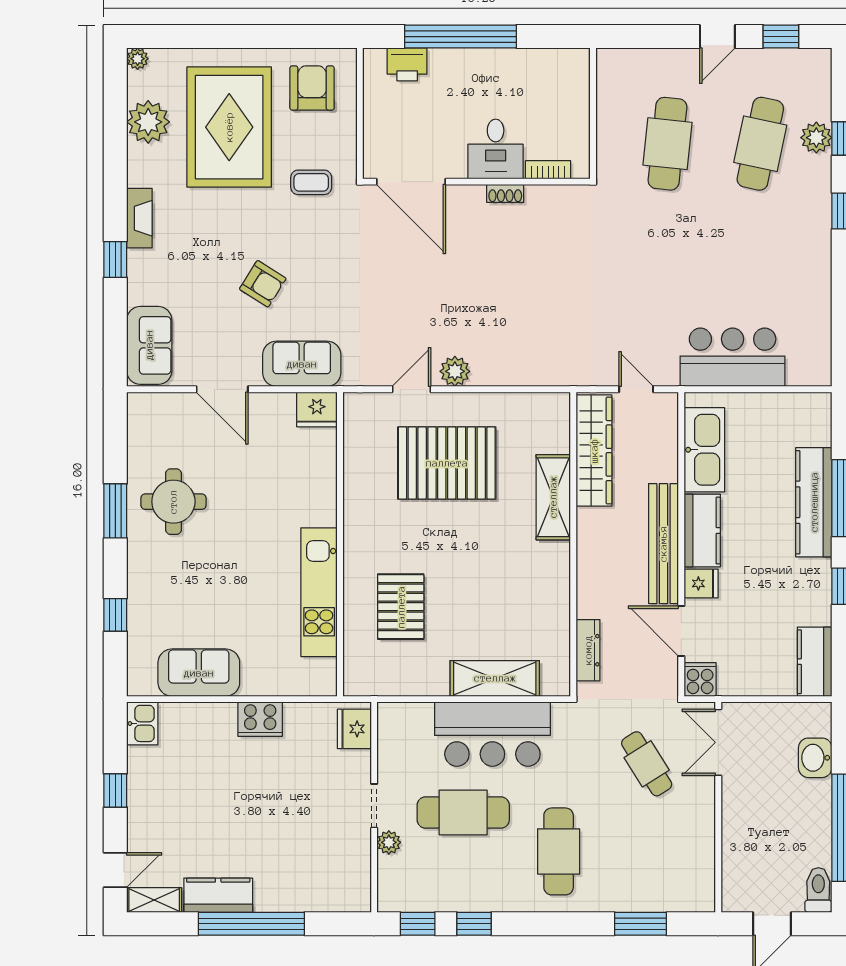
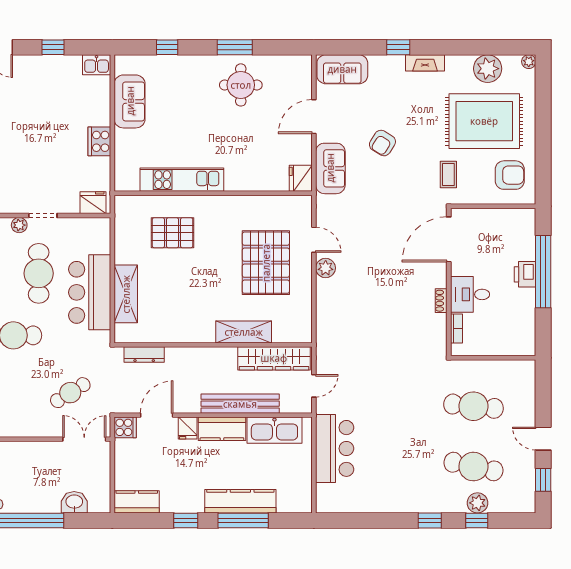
printer: (407, 64) -> (525, 274), moved
bench: (663, 544) -> (240, 404), moved

